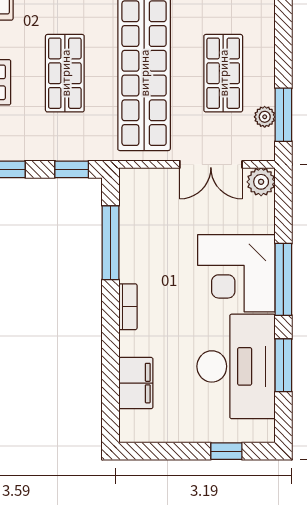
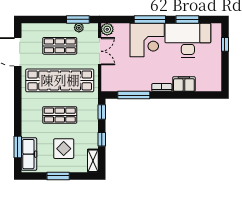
filing cabinet: (136, 383) -> (184, 84), moved

